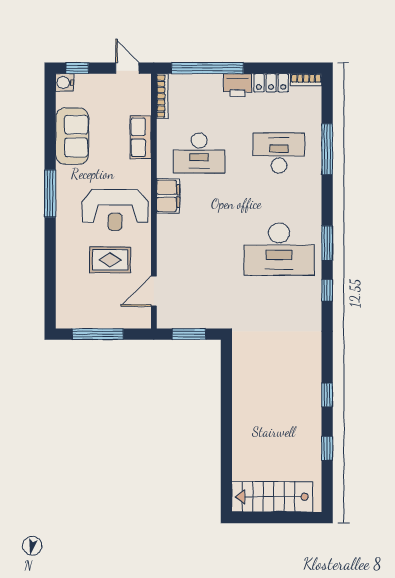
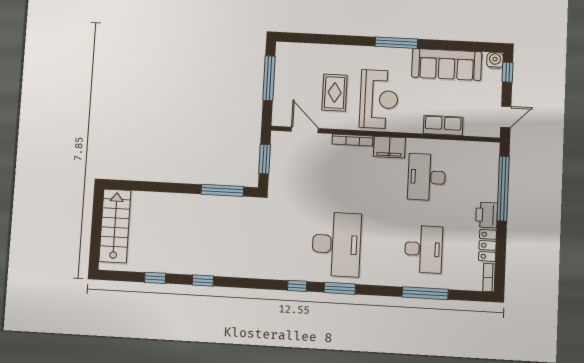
bookcase: (162, 96) -> (353, 140), moved
sofa: (72, 136) -> (447, 64), width x1.36
reception desk: (115, 210) -> (379, 99), turned 180
desk: (279, 249) -> (336, 244), turned 180
window: (226, 379) -> (222, 190), added

